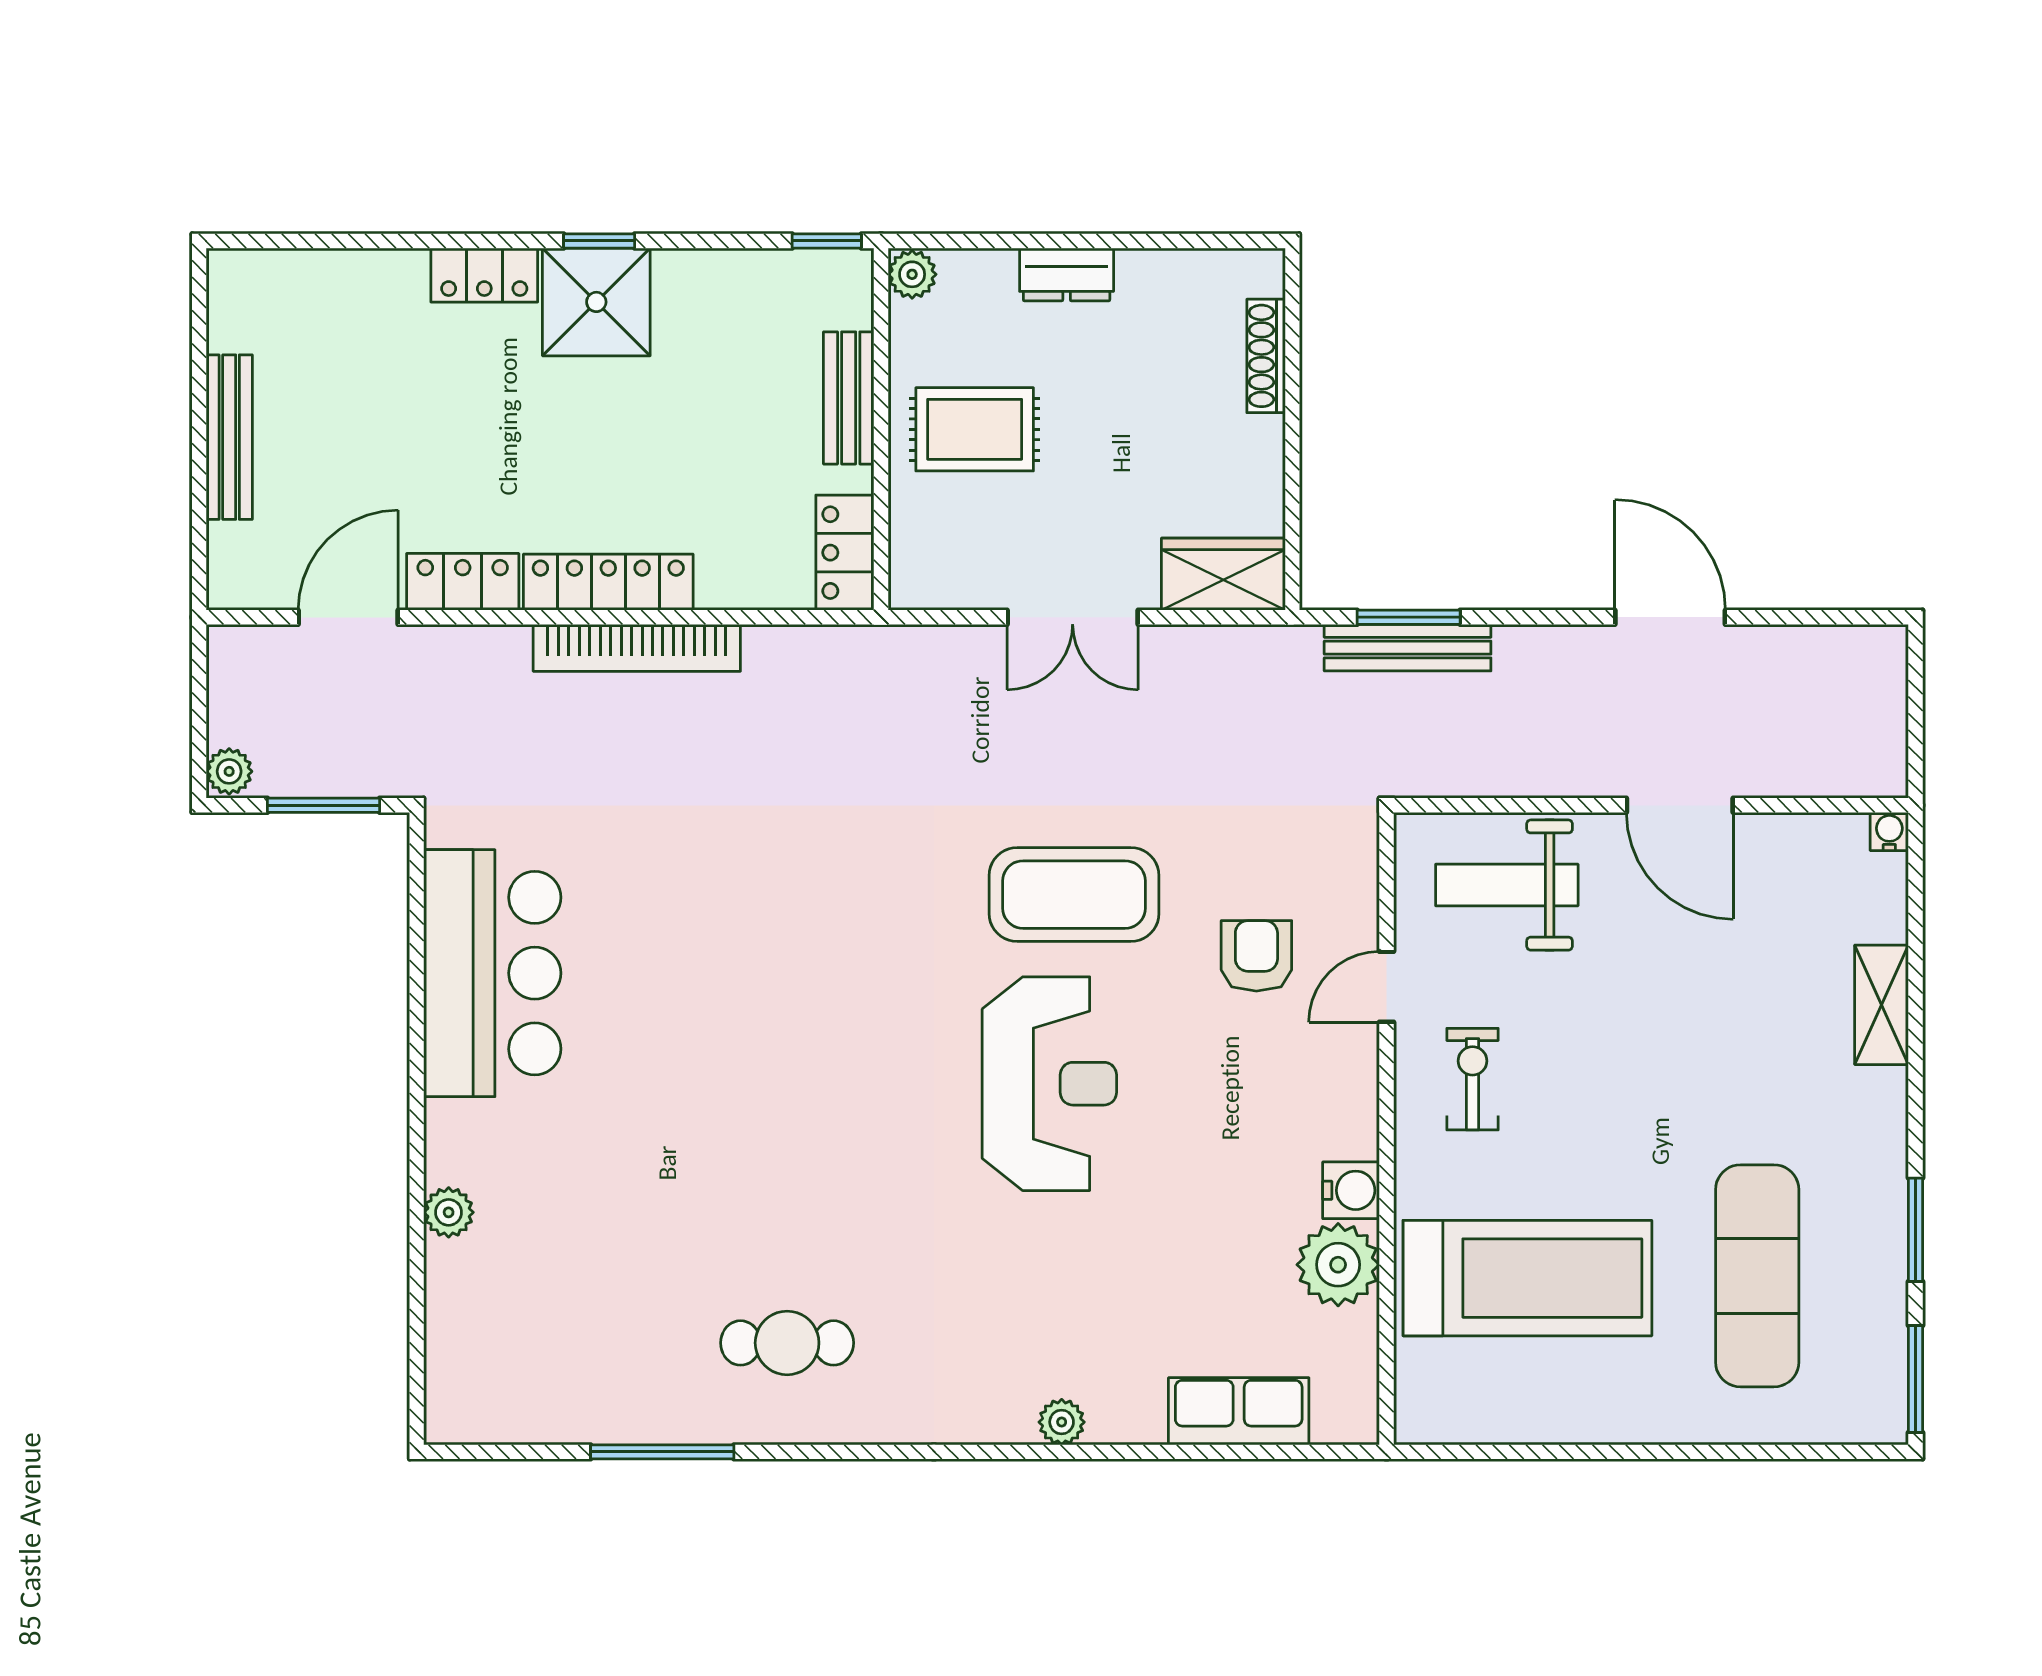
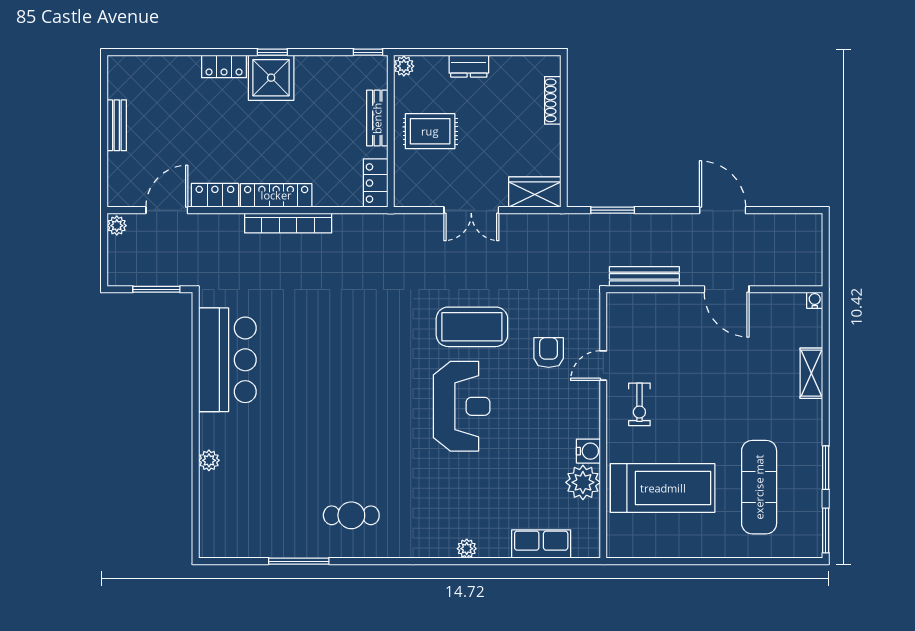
bench: (229, 437) -> (117, 125), width x0.73
bench: (1408, 648) -> (644, 276), moved
plant: (229, 771) -> (117, 226), moved
weight bench: (1507, 885) -> (654, 323), removed
exercise bike: (1472, 1079) -> (639, 404), turned 180

